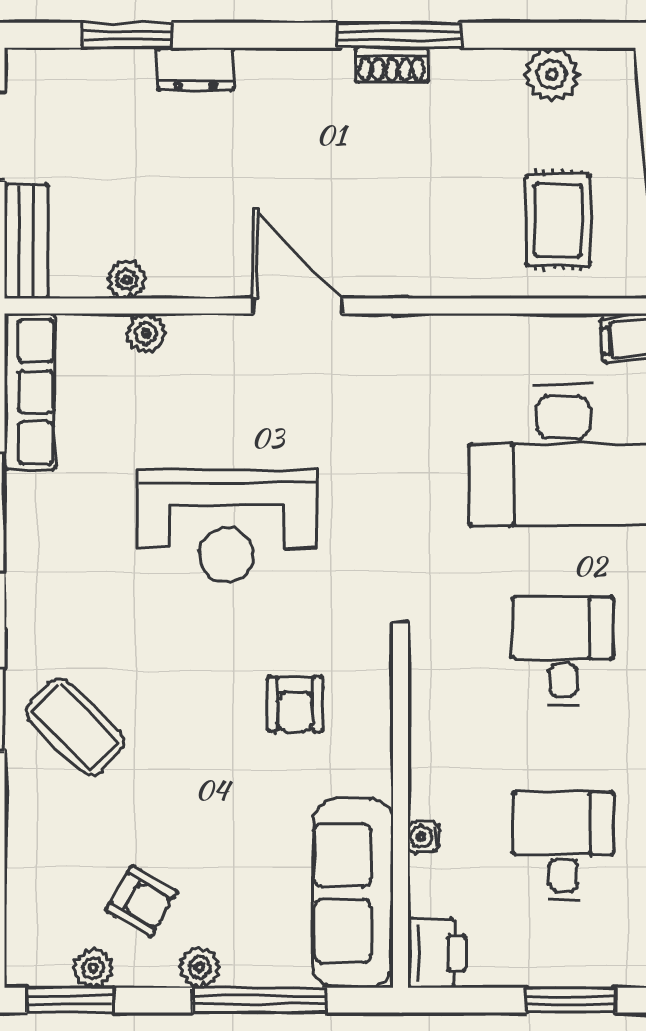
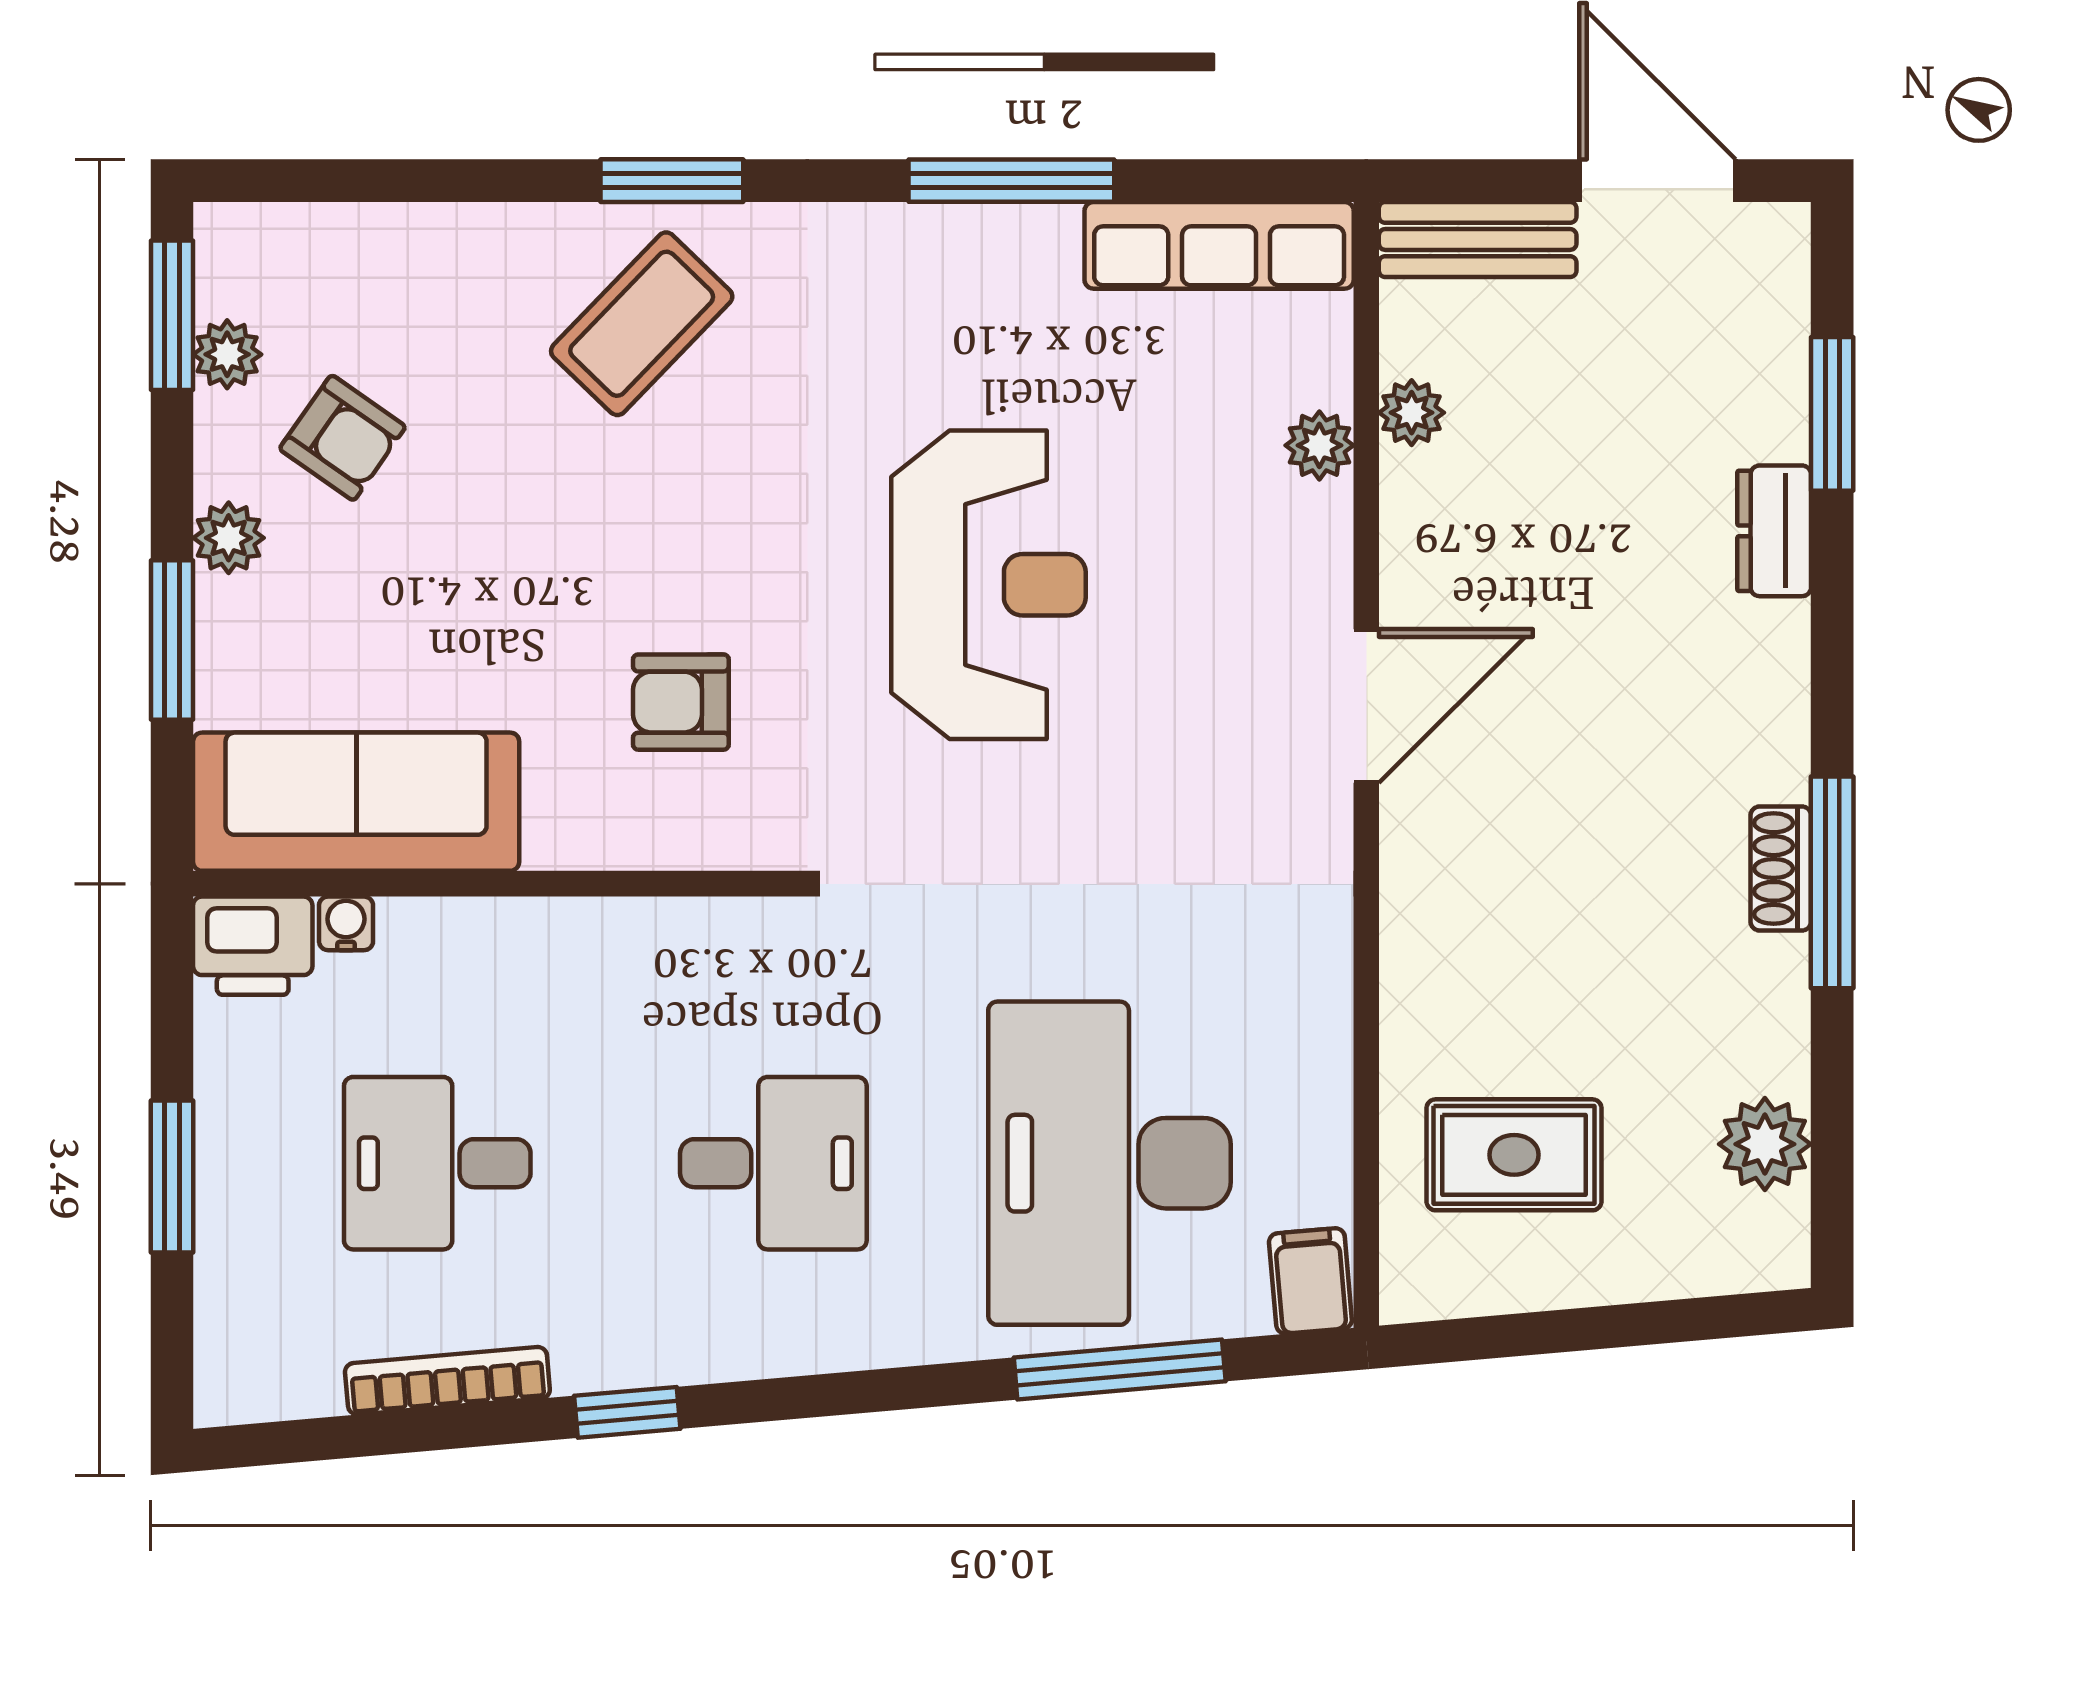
reception desk: (227, 526) -> (988, 585), turned 180
water cooler: (424, 837) -> (346, 923), moved
desk: (563, 846) -> (437, 1163), turned 180
armchair: (141, 901) -> (343, 438), turned -85
window: (259, 1000) -> (172, 640), width x0.69

